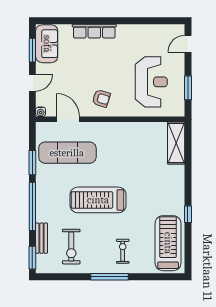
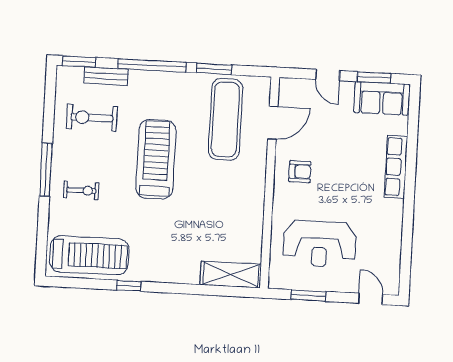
armchair: (101, 98) -> (300, 172), turned -107
water cooler: (41, 112) -> (286, 84), removed

